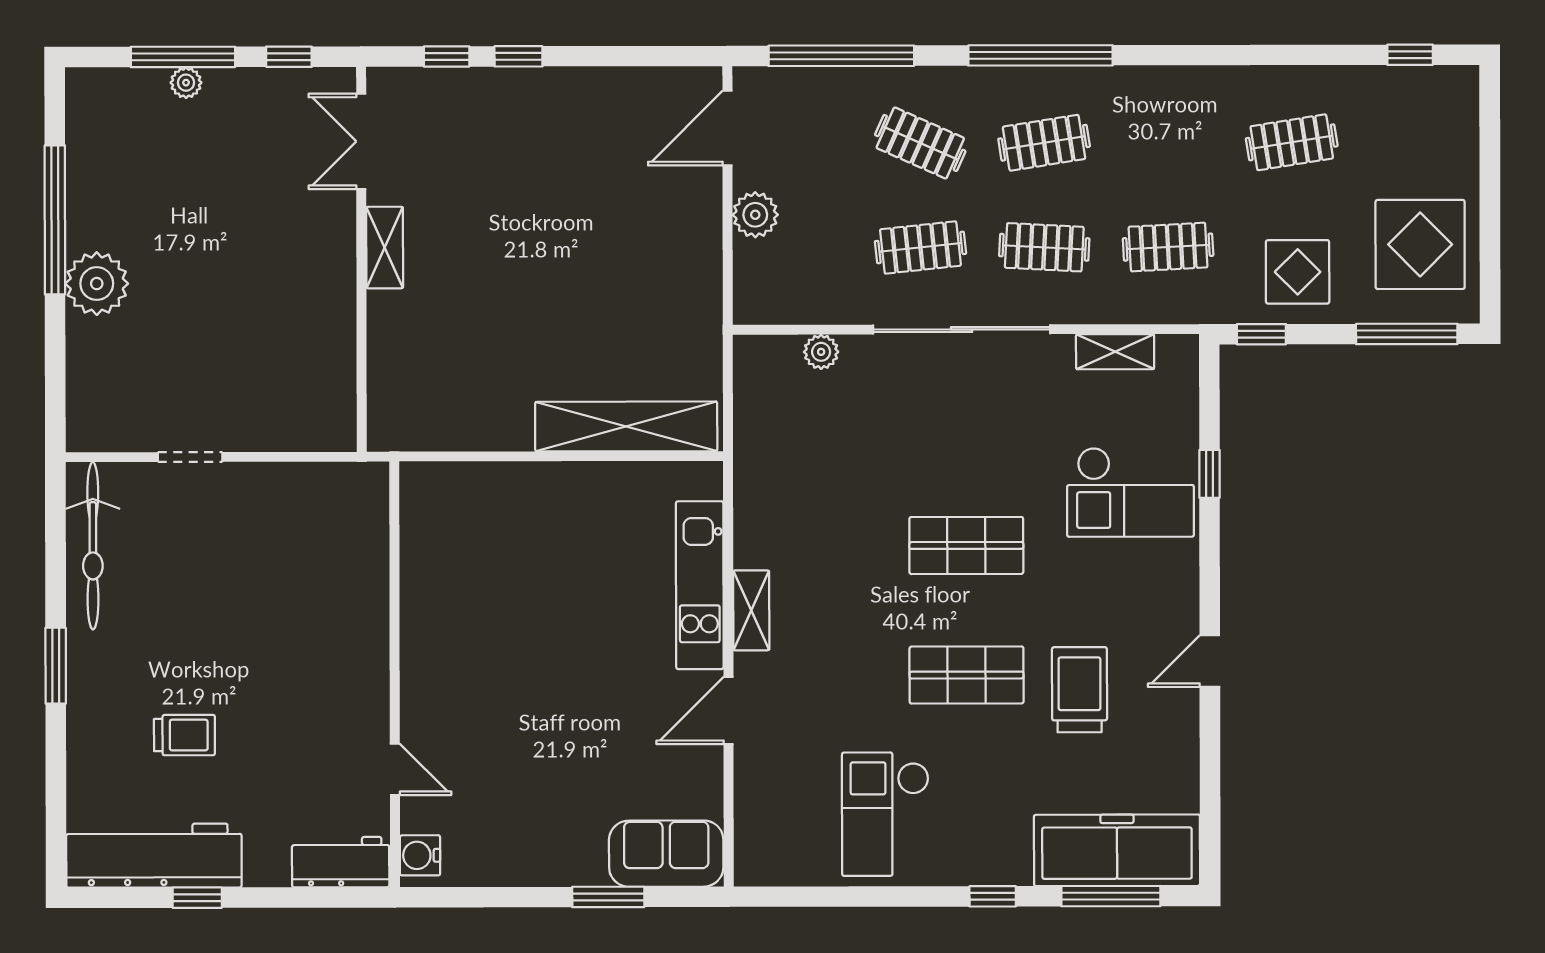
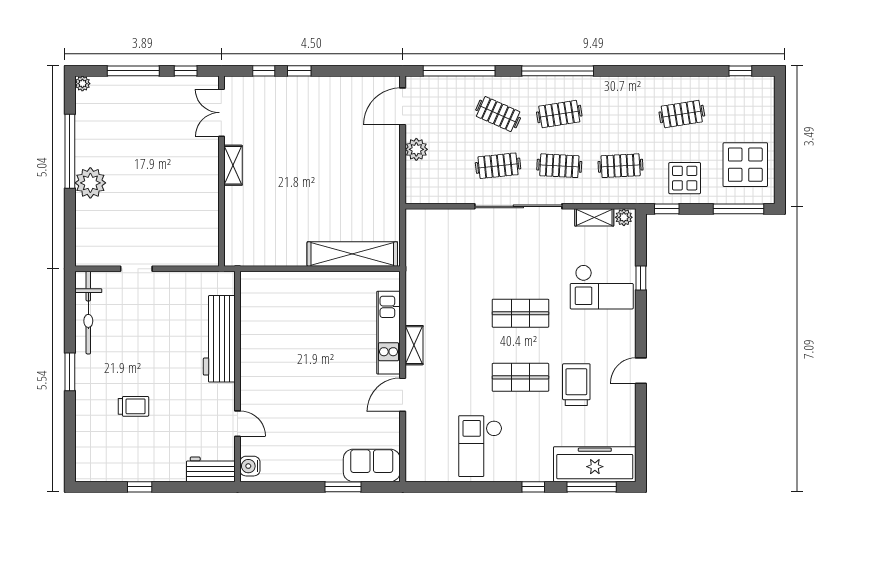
plant: (186, 83) -> (82, 84), moved
plant: (821, 352) -> (624, 217), moved
workbench: (154, 856) -> (219, 339), moved, turned -90

